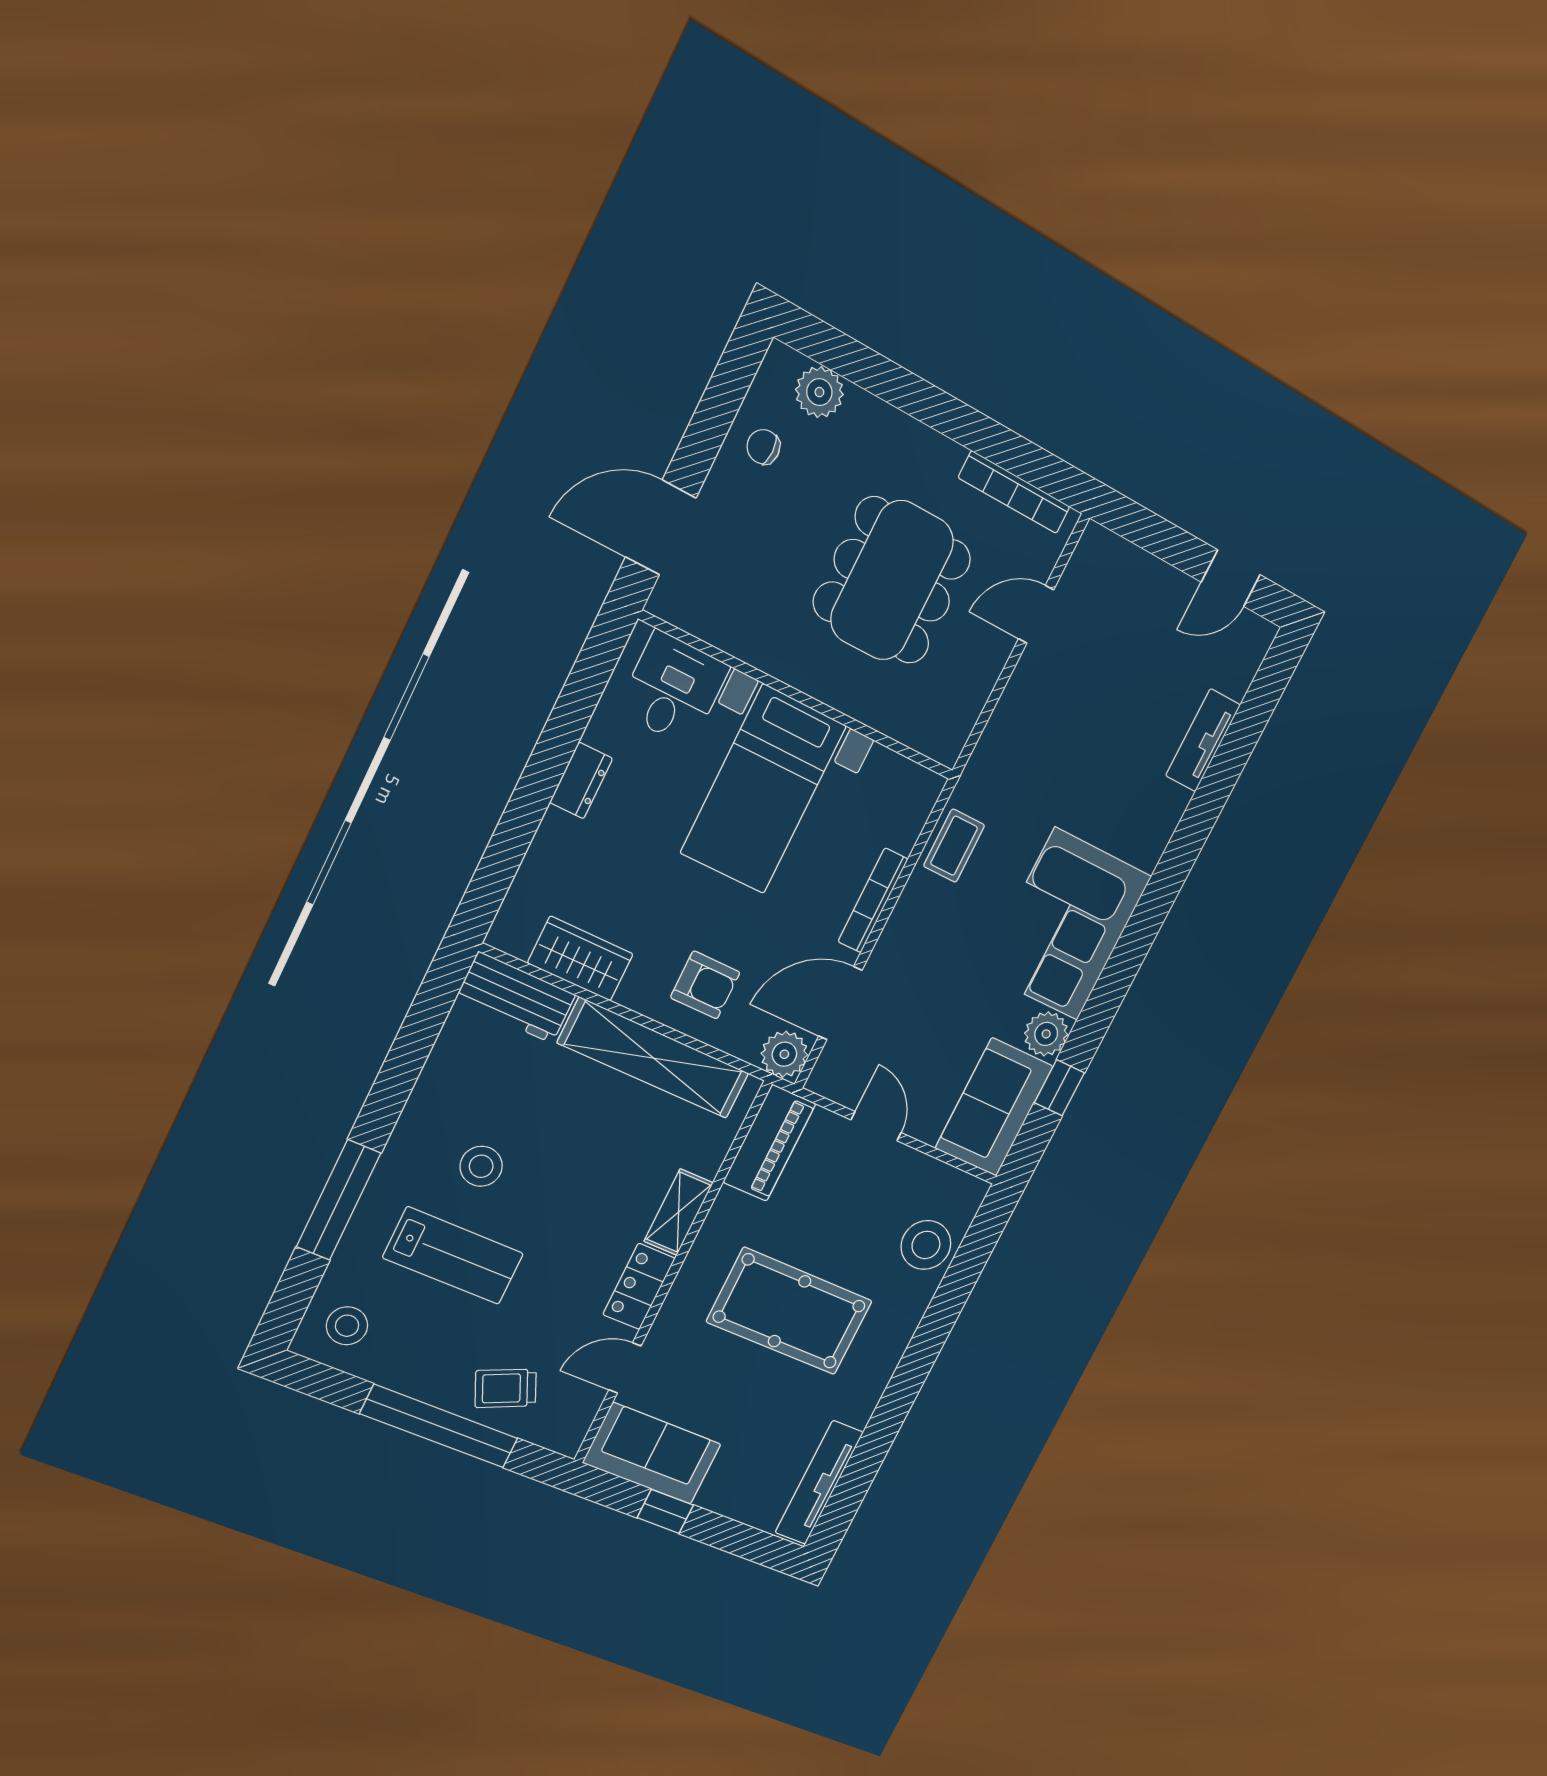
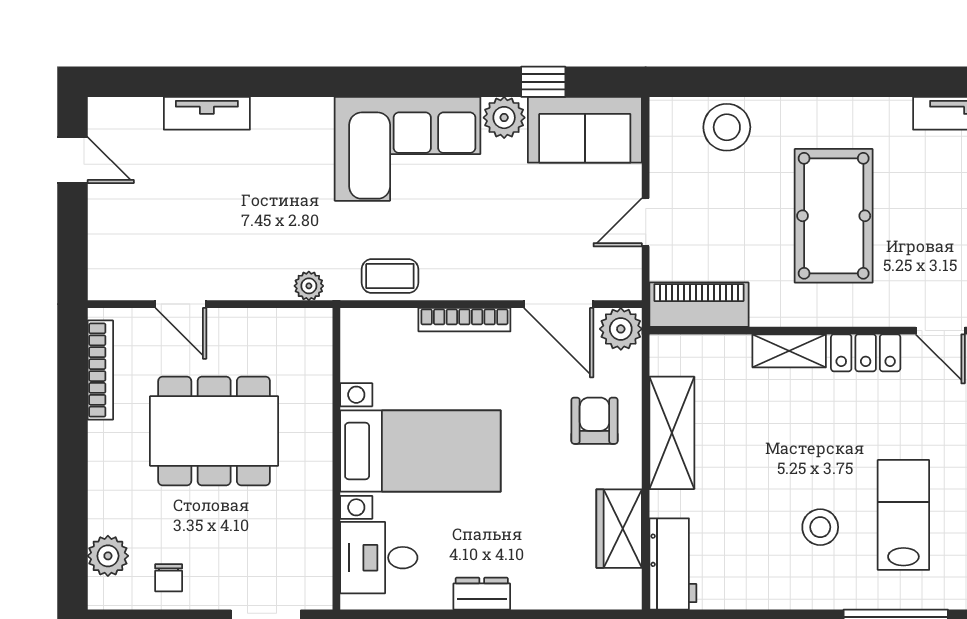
plant: (987, 757) -> (309, 286), added
shelving: (654, 1058) -> (672, 433), width x0.68

